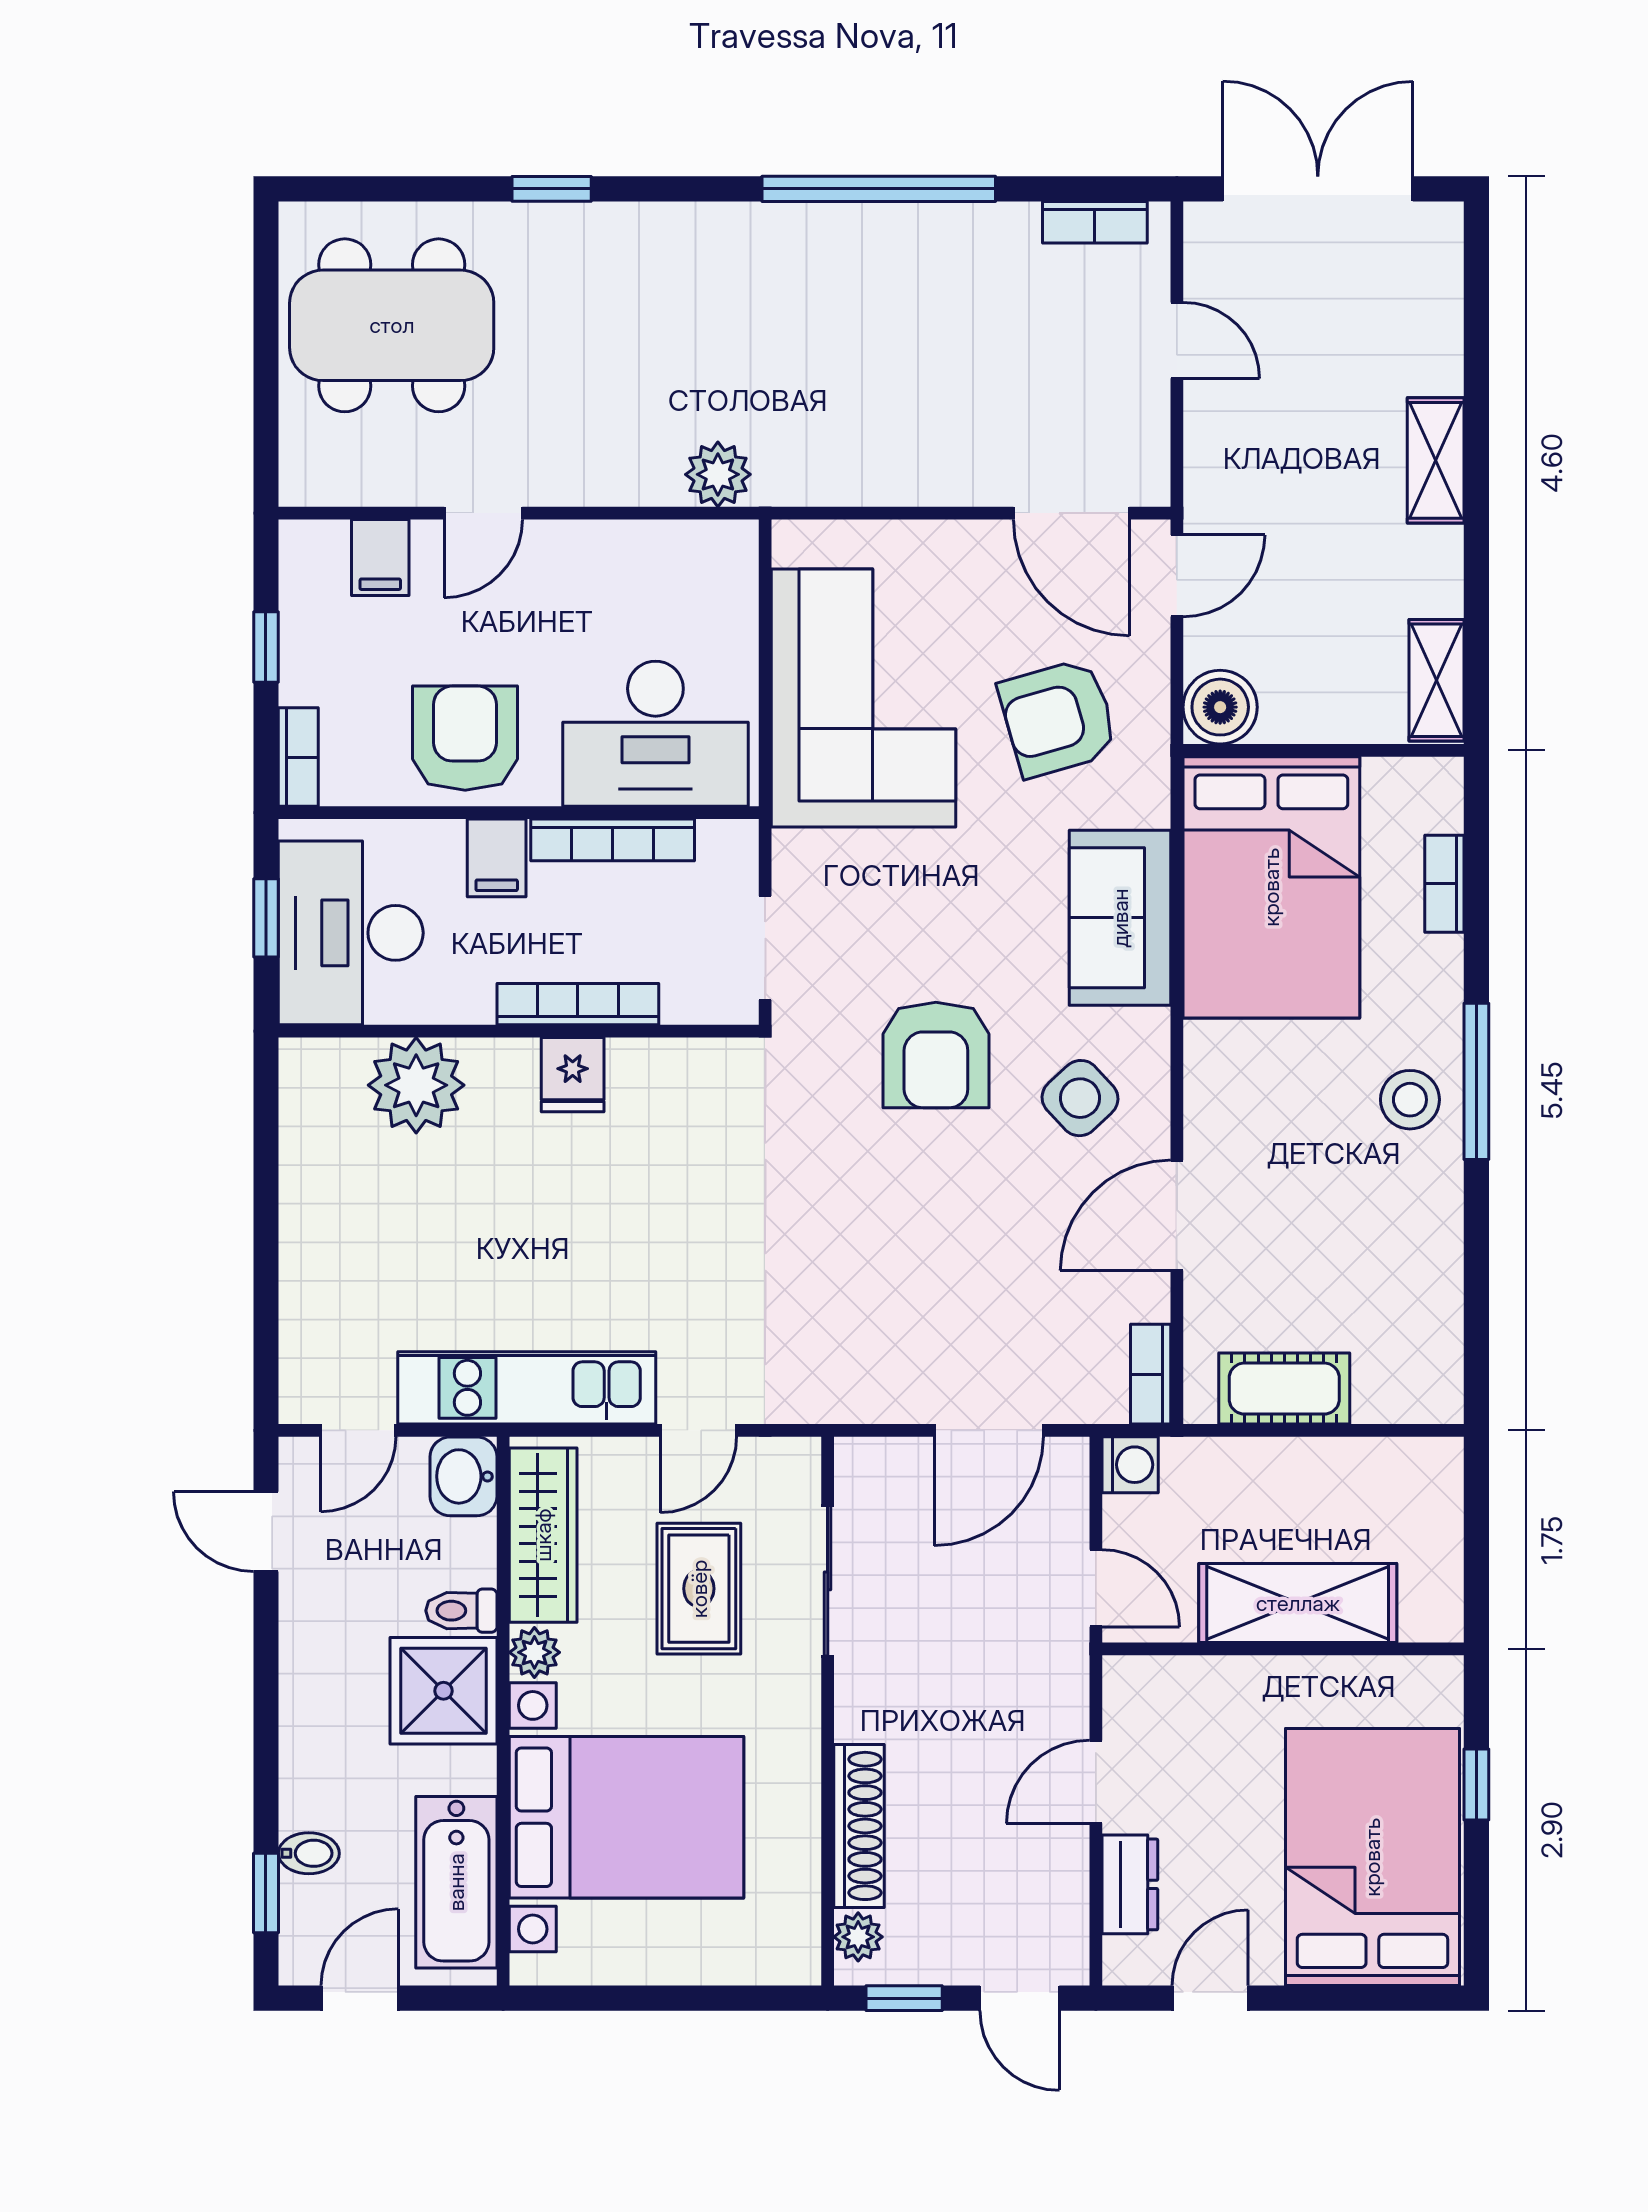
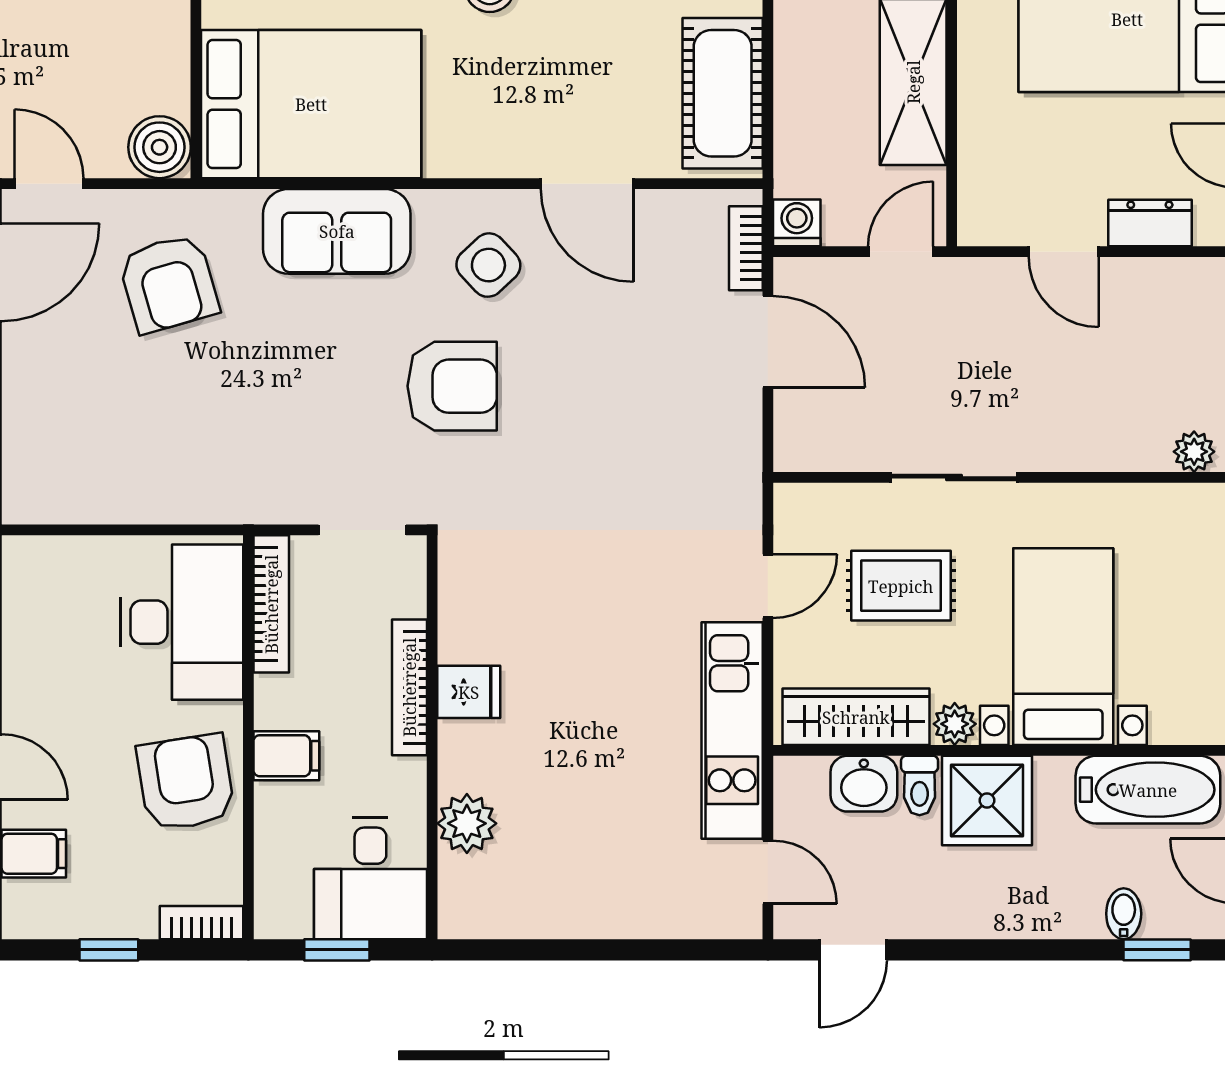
corner sofa: (864, 698) -> (152, 447), removed
armchair: (465, 738) -> (186, 782), turned 81
bookcase: (613, 840) -> (271, 604), moved
desk: (351, 933) -> (370, 878), width x0.73
plant: (416, 1085) -> (467, 823), width x0.73, depth x0.73
bookcase: (1151, 1374) -> (746, 248), moved, turned 90
cot: (1284, 1389) -> (723, 93), width x1.37, depth x1.34
door: (698, 1430) -> (768, 586), hinge flipped
washbasin: (463, 1476) -> (864, 784), moved
sliding door: (828, 1581) -> (954, 477), moved
bed with nightstands: (626, 1817) -> (1063, 647), width x0.73
shoe rack: (859, 1826) -> (1101, 451), removed

